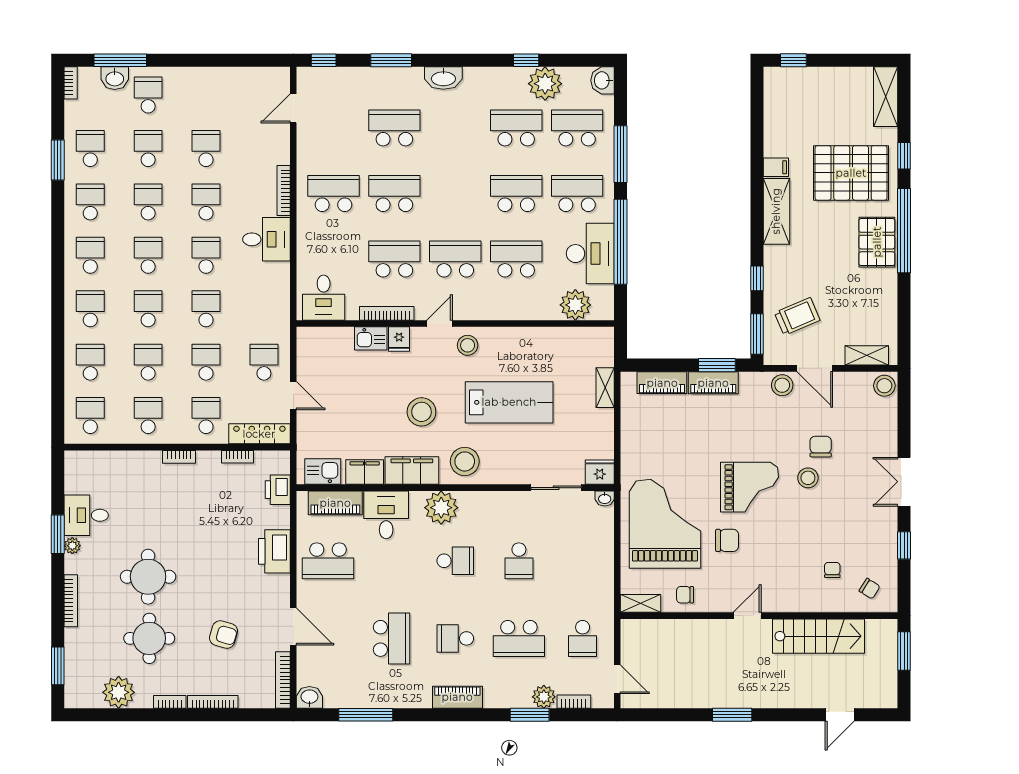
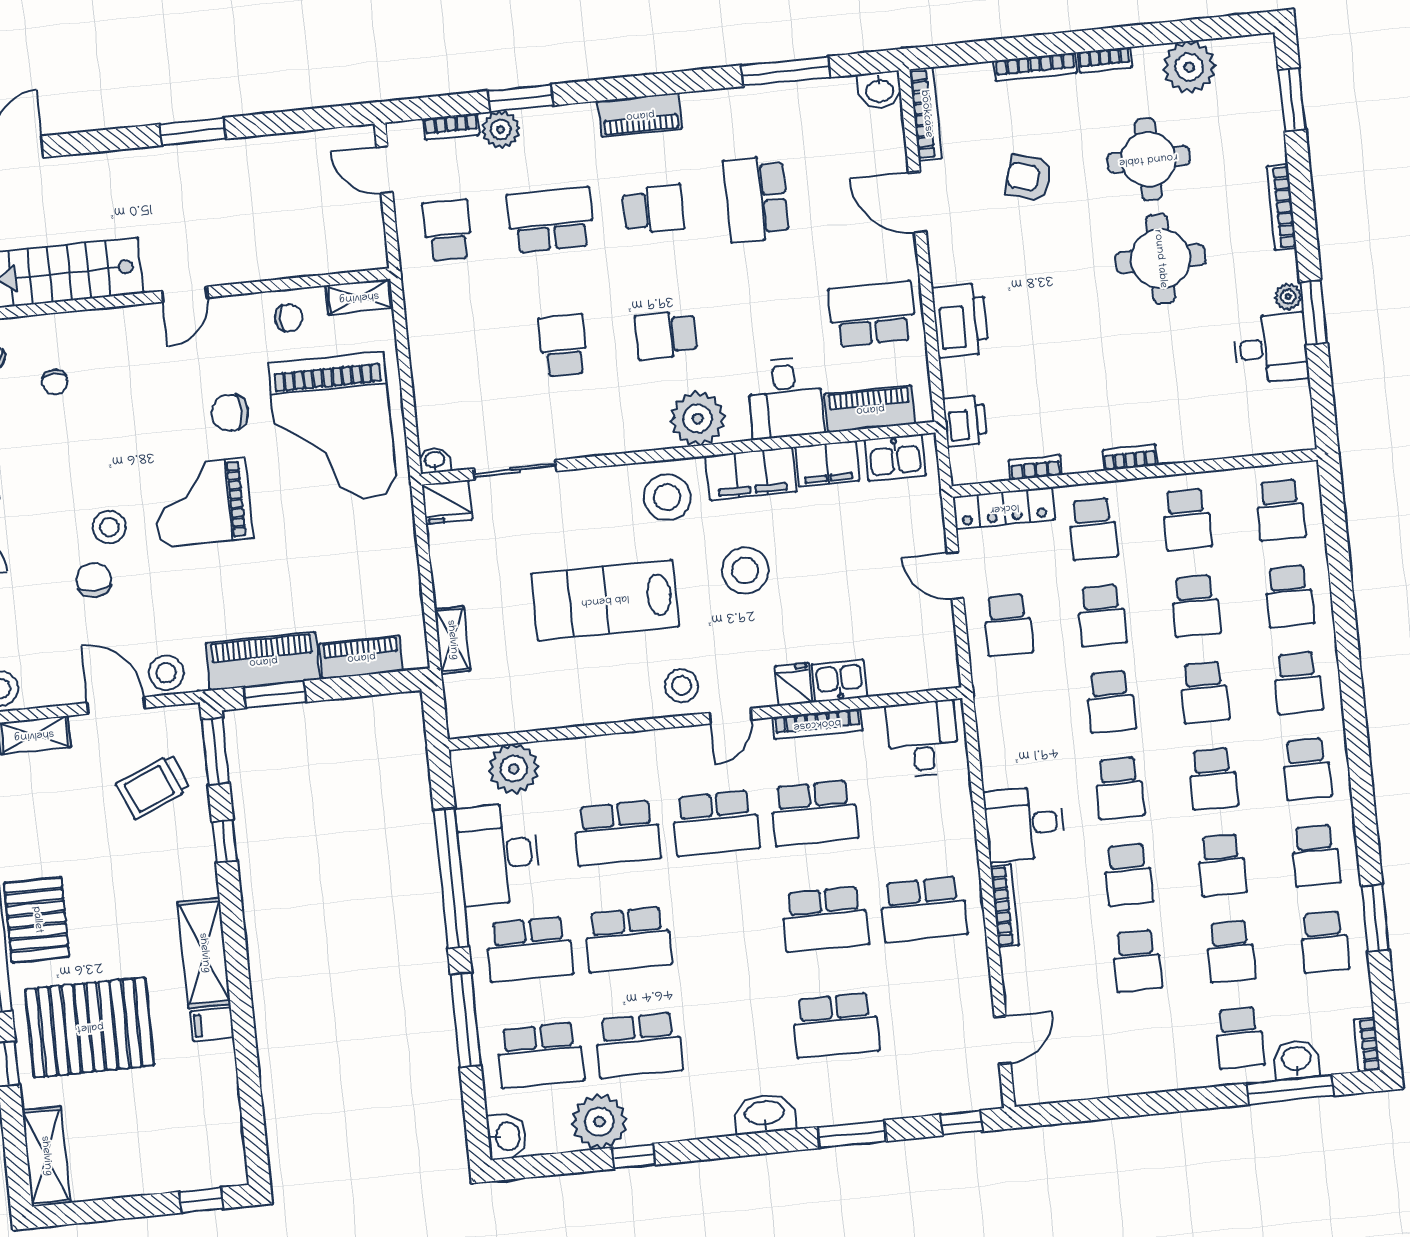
piano: (713, 383) -> (263, 661), width x1.37, depth x1.33
chair: (821, 447) -> (94, 580), turned 180

